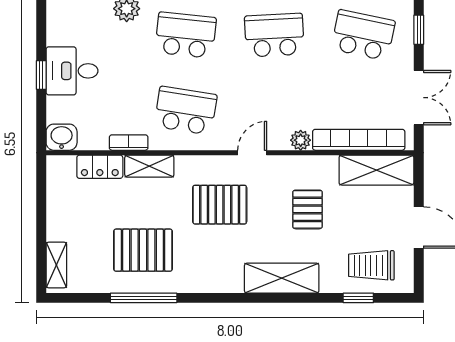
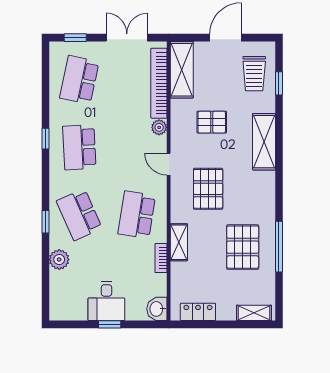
school desk: (186, 35) -> (79, 215), turned -30
locker: (100, 167) -> (198, 312), moved, turned -90

